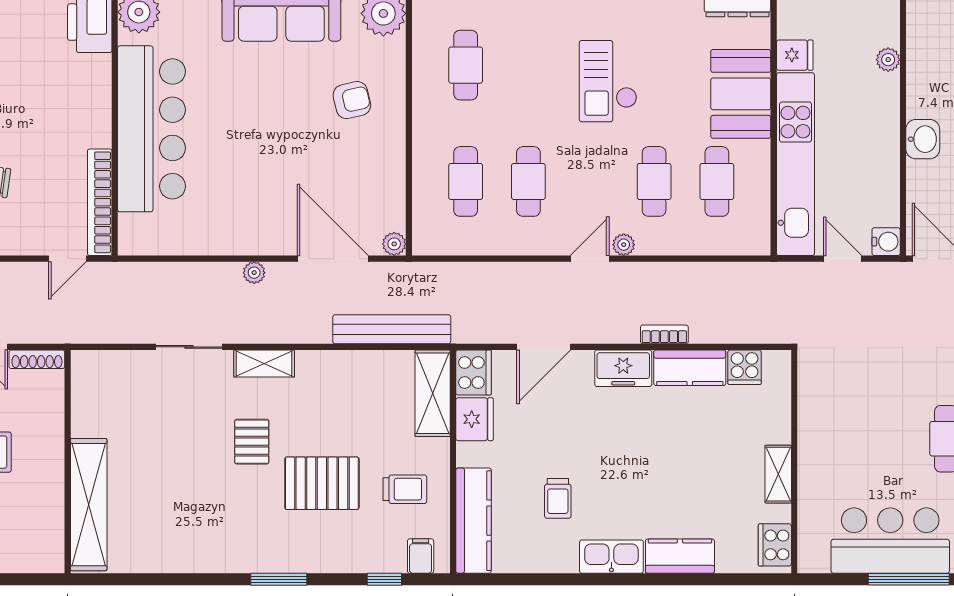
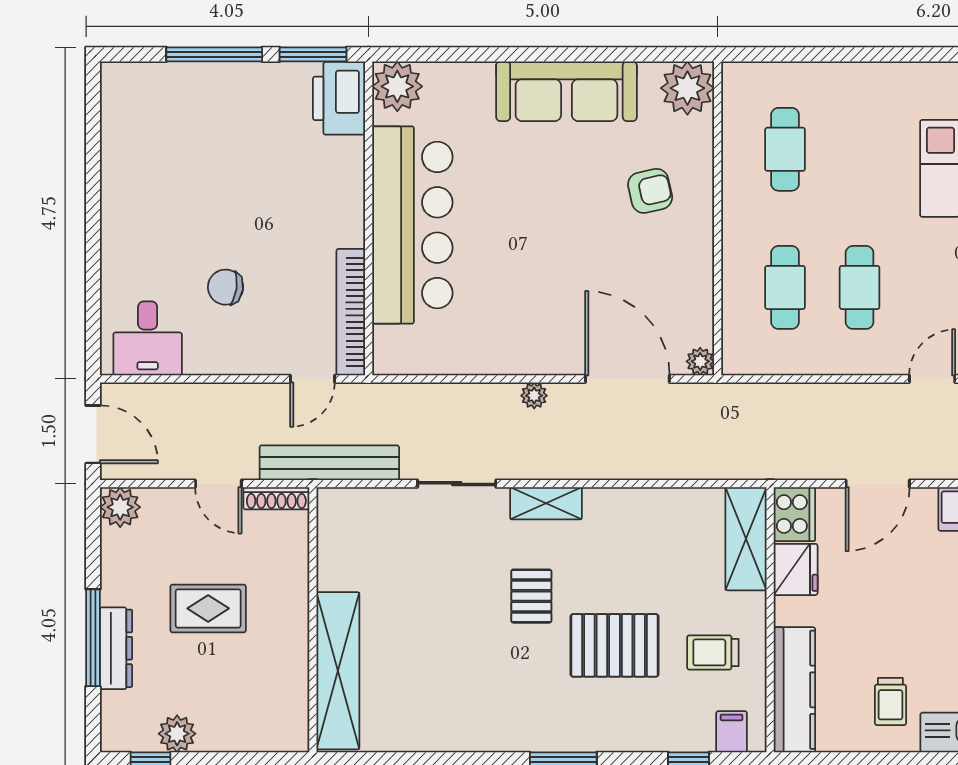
bench: (392, 329) -> (329, 463), moved
trolley: (405, 489) -> (713, 652), turned 180
trolley: (558, 498) -> (890, 702), moved

